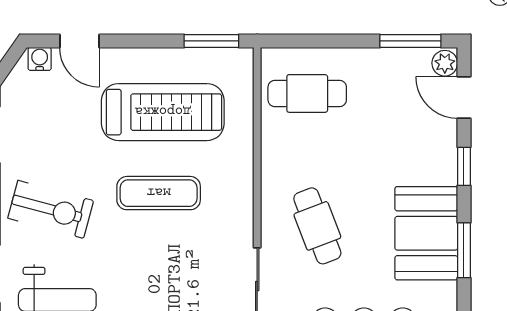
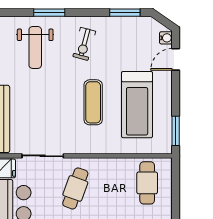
exercise bike: (51, 209) -> (84, 44), width x0.73, depth x0.72
cafe table: (317, 226) -> (75, 188), turned -49

